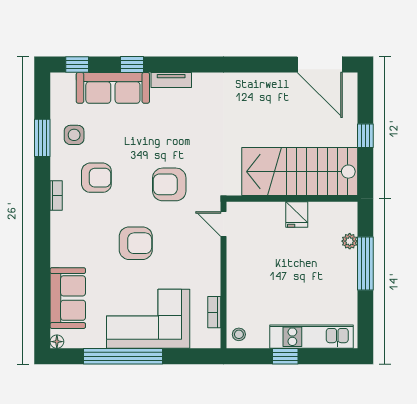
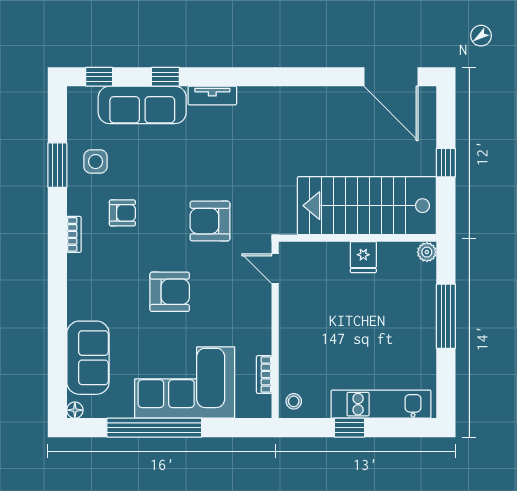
armchair: (96, 178) -> (122, 213), width x0.72, depth x0.72
plant: (350, 241) -> (427, 252), moved

